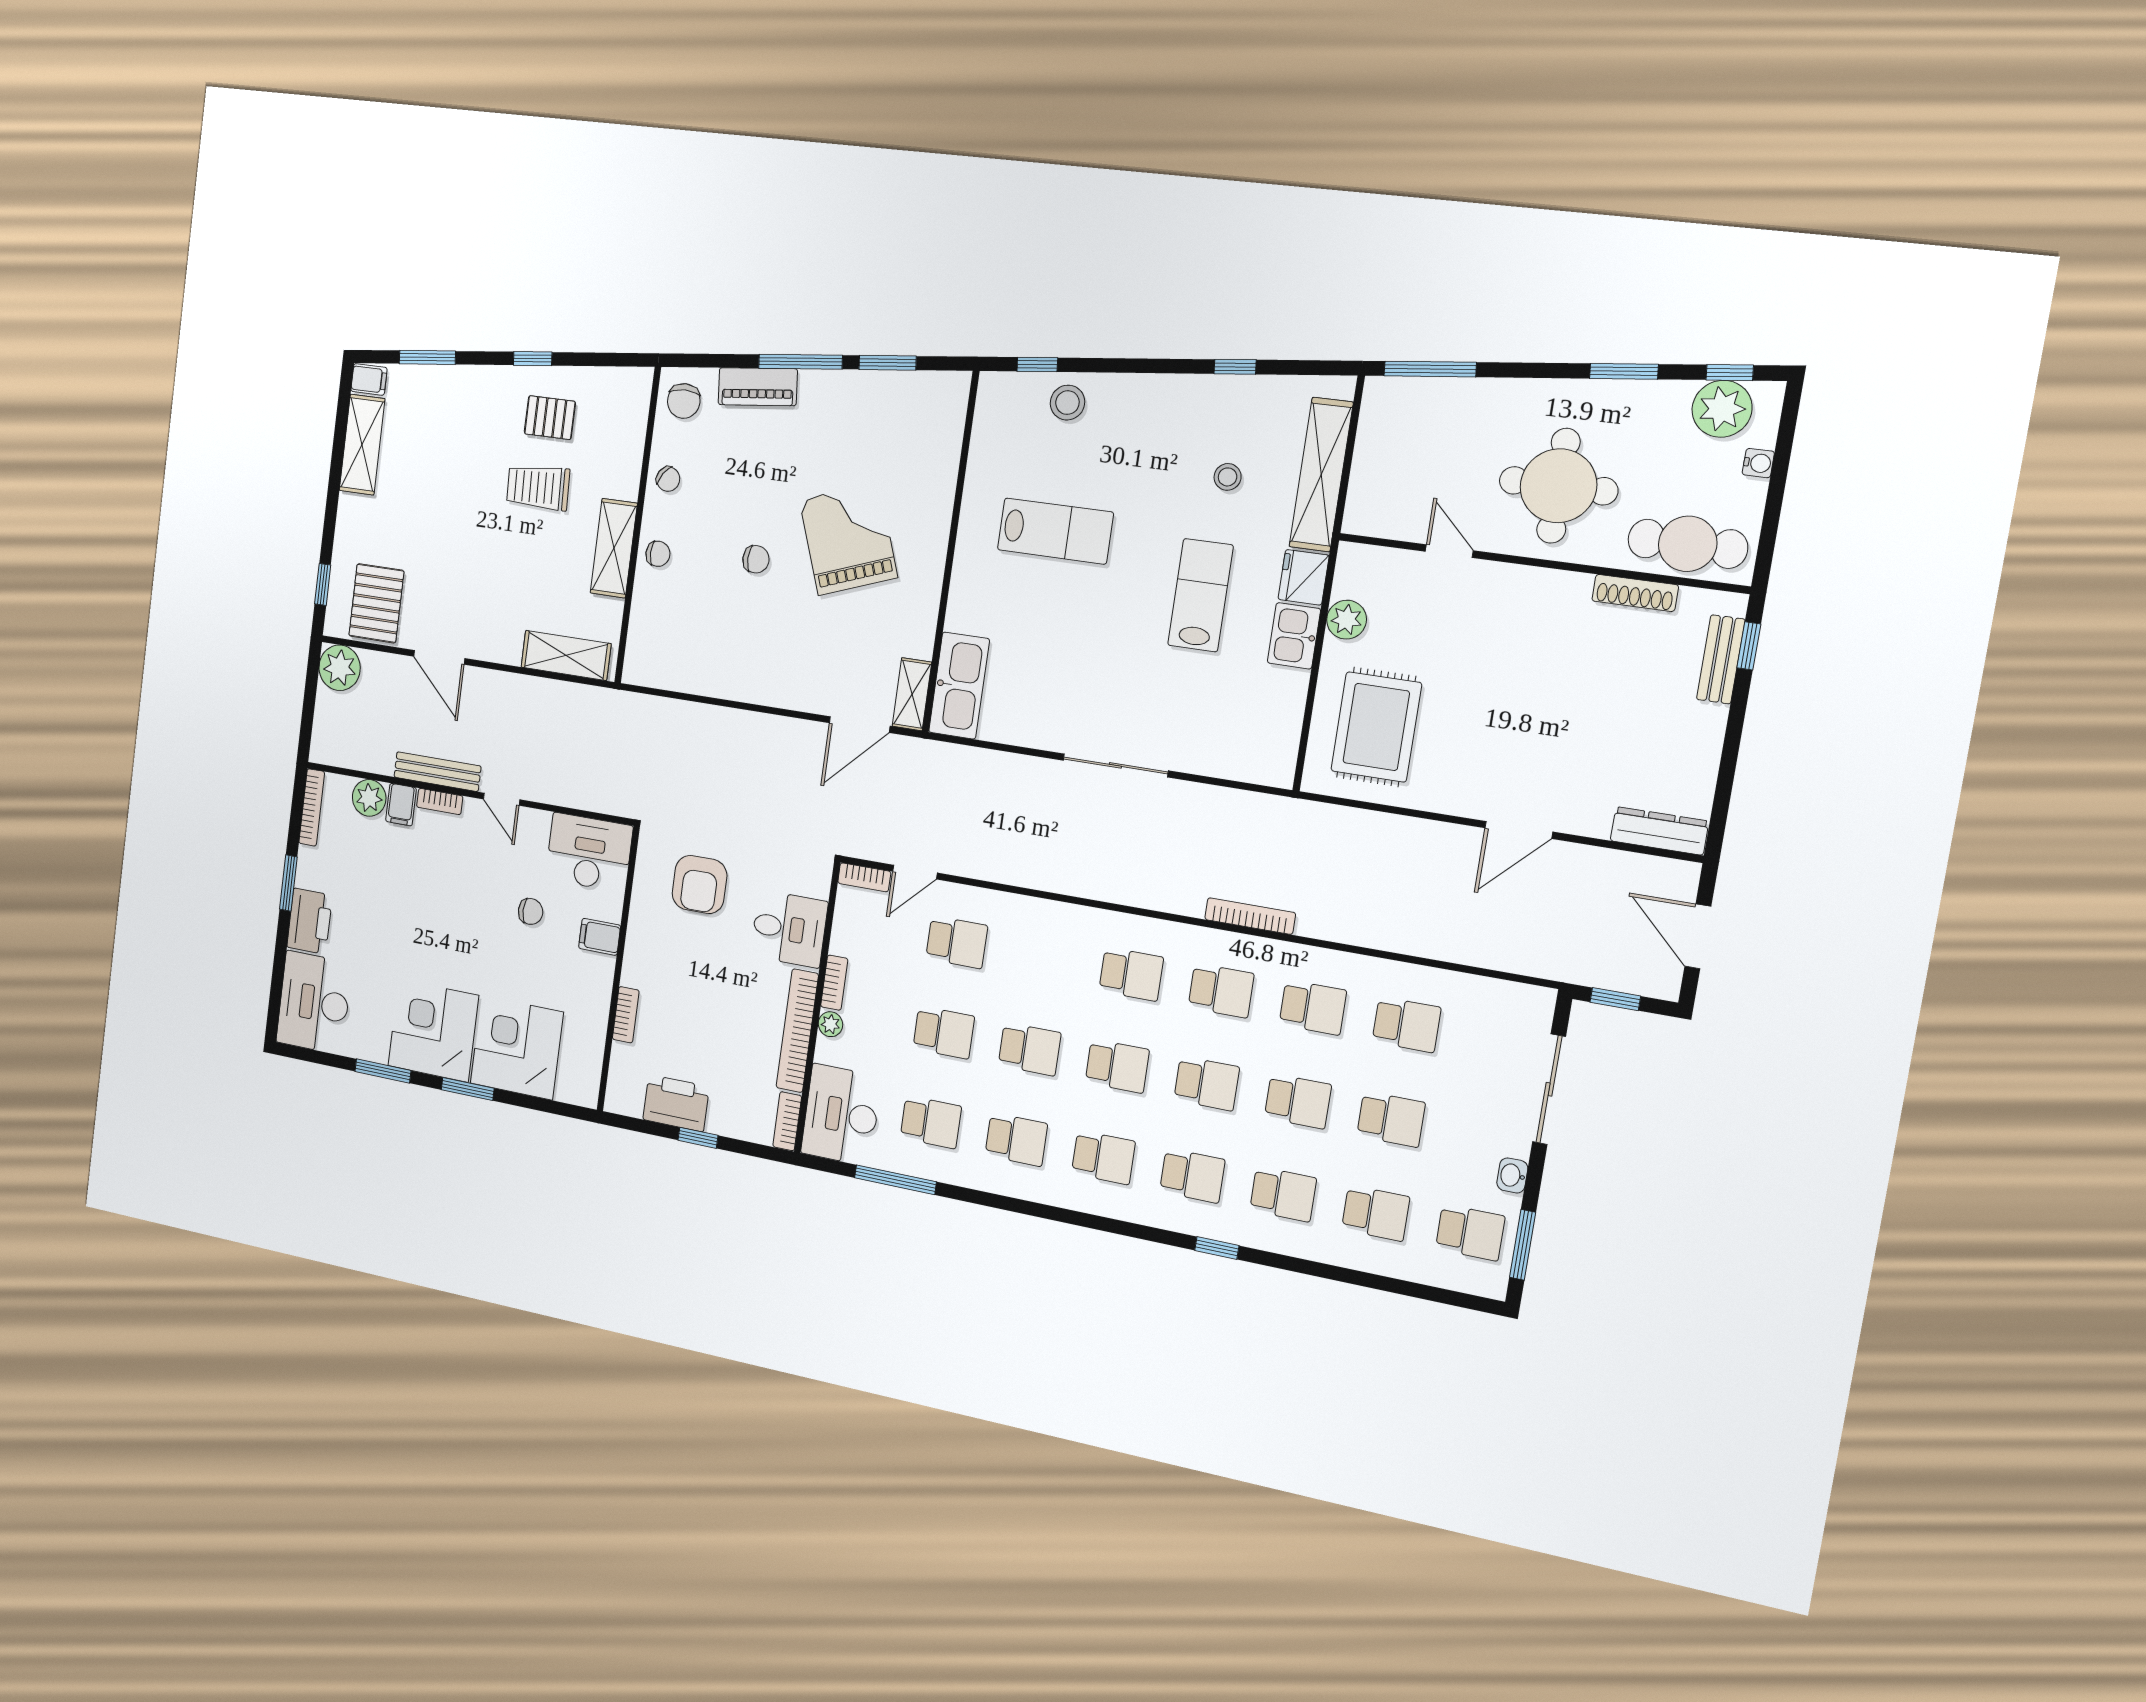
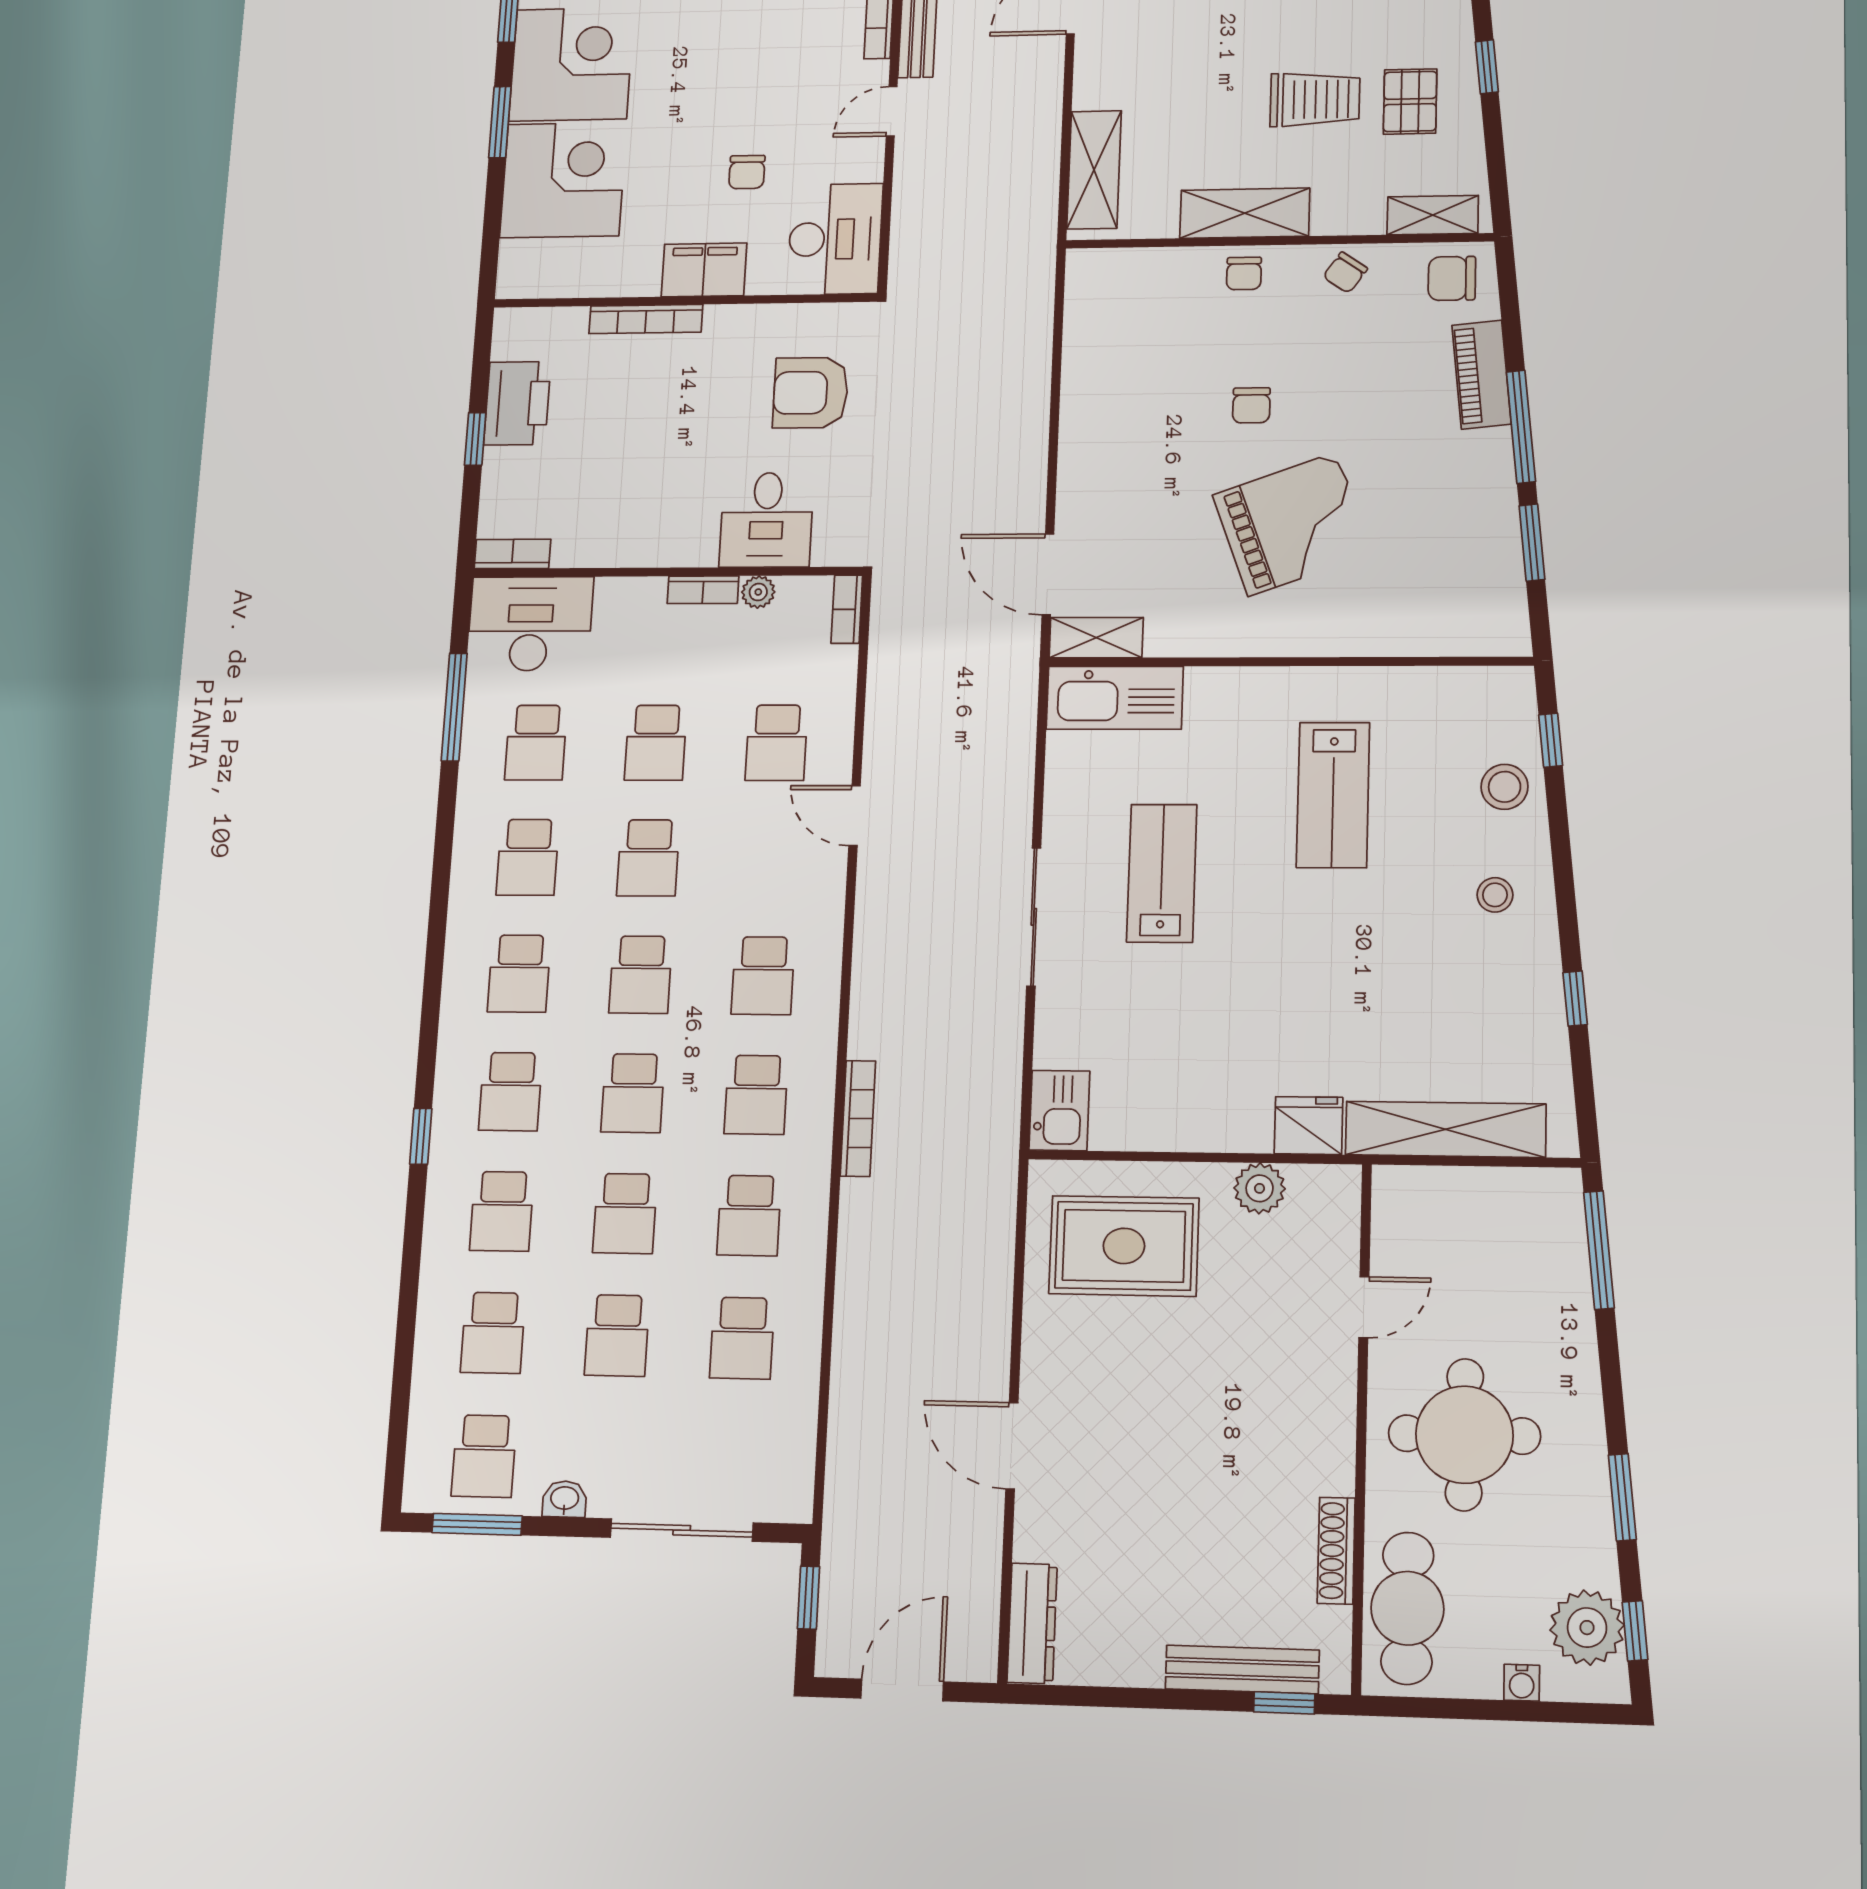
shelving: (635, 410) -> (1433, 215), added
stool: (1228, 477) -> (1495, 895), moved
trolley: (538, 487) -> (1315, 99), turned 92
lab bench: (1200, 595) -> (1162, 873), moved, turned -90
kitchen sink: (1294, 636) -> (1059, 1111), moved, turned 90
bench: (1721, 659) -> (1242, 1669), width x1.36
door: (915, 872) -> (855, 816), moved
filing cabinet: (600, 937) -> (704, 270), width x2.00
bookcase: (626, 1015) -> (646, 319), width x1.56
plant: (830, 1024) -> (758, 592), moved
bookcase: (797, 1031) -> (633, 550), removed

